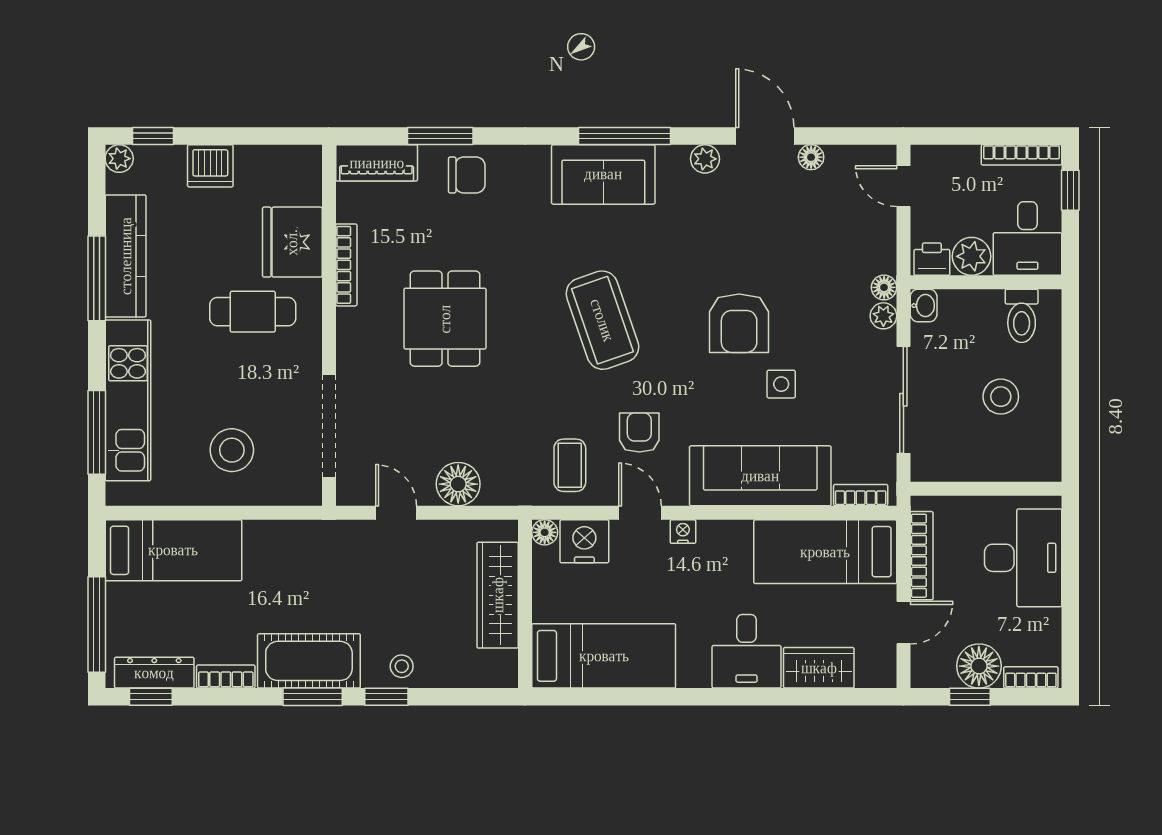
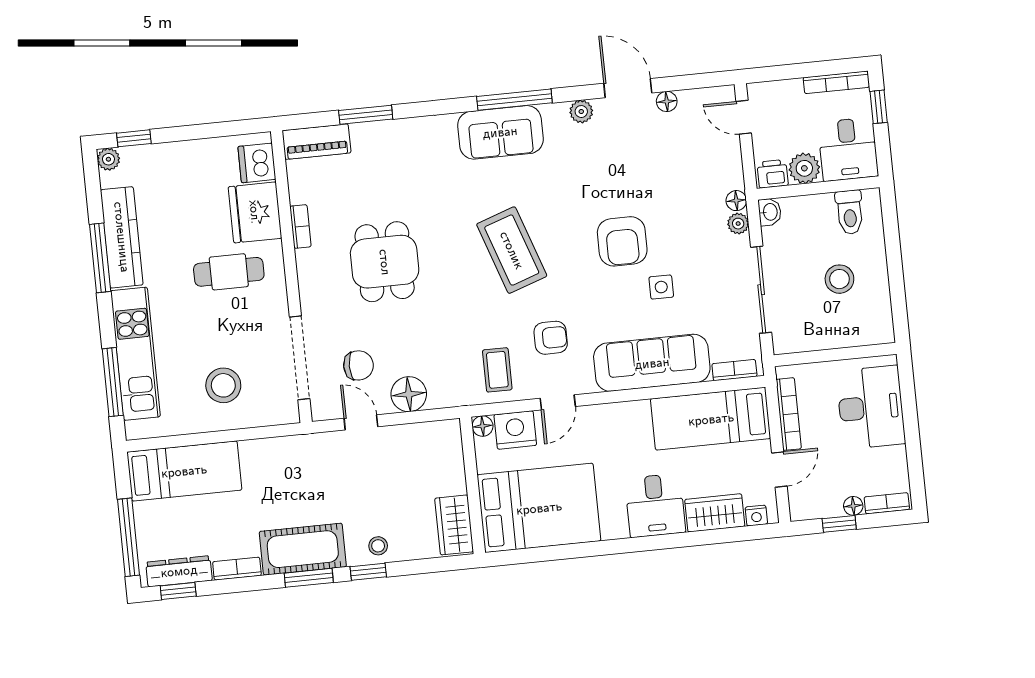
dishwasher: (210, 166) -> (257, 163), moved, turned 90
chair: (467, 175) -> (358, 365), moved
bookcase: (346, 265) -> (300, 226), width x0.64
armchair: (639, 433) -> (551, 338), turned 90
door: (640, 513) -> (558, 402), swing flipped
nightstand: (683, 532) -> (756, 516), moved, turned 180
wardrobe: (498, 595) -> (454, 525), moved, width x0.67
bed: (604, 656) -> (539, 508), width x1.50
floor lamp: (979, 666) -> (853, 506), width x0.53, depth x0.53

